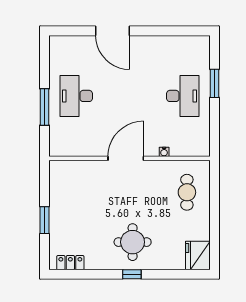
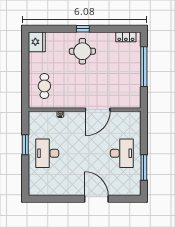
window: (214, 83) -> (25, 145), moved
window: (45, 107) -> (144, 168), moved
door: (126, 158) -> (98, 110), moved
window: (45, 220) -> (144, 67), width x2.11

